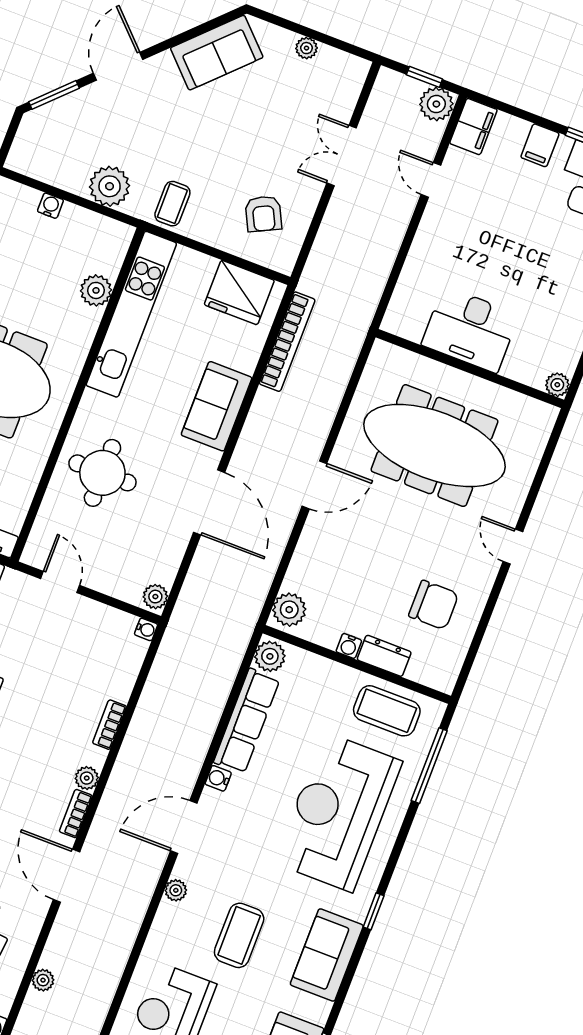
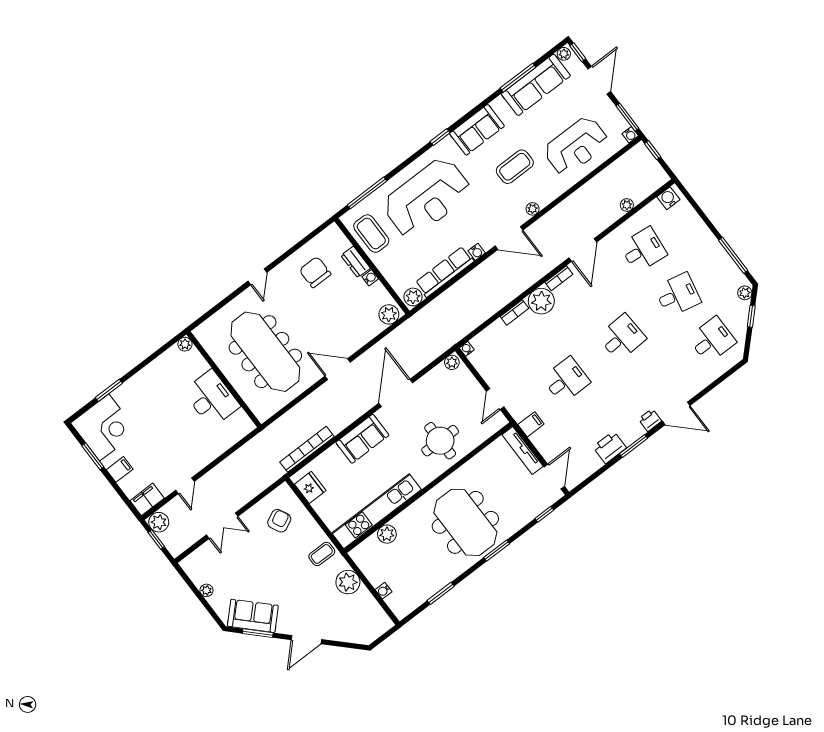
window: (54, 95) -> (258, 633), moved
fridge: (239, 293) -> (310, 487), width x0.73, depth x0.75
plant: (87, 778) -> (541, 301), width x1.87, depth x1.87

